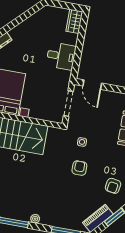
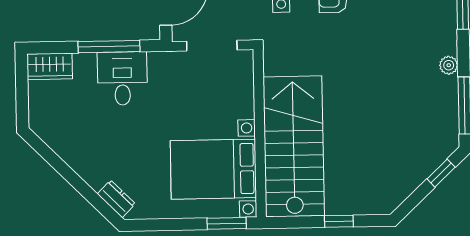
window: (78, 53) -> (109, 47), added

